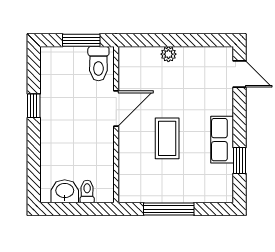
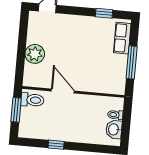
plant: (168, 54) -> (35, 54), width x1.87, depth x1.87
coffee table: (167, 138) -> (85, 59), removed
row of seats: (222, 140) -> (122, 38), moved, turned 90

